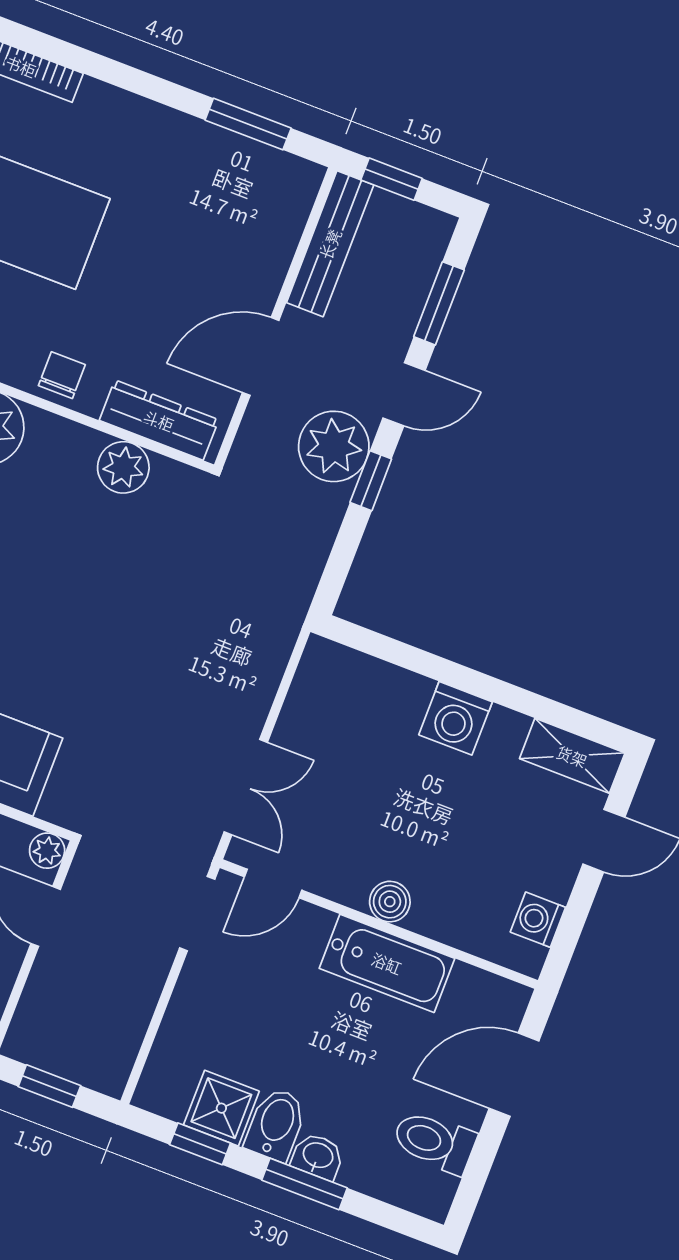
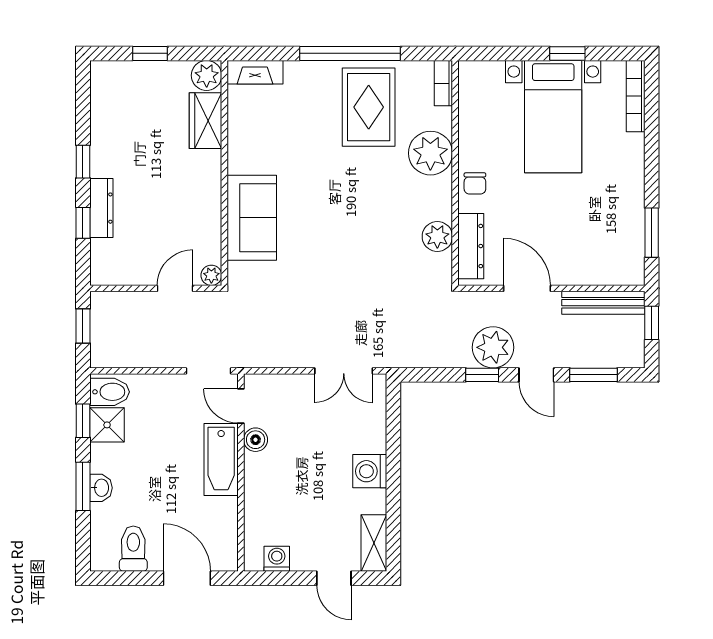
chair: (62, 375) -> (475, 183), turned 90
double door: (246, 787) -> (344, 371), moved
boiler: (390, 902) -> (256, 440), moved
bathtub: (387, 963) -> (221, 460), moved
bidet: (276, 1124) -> (110, 392), moved

